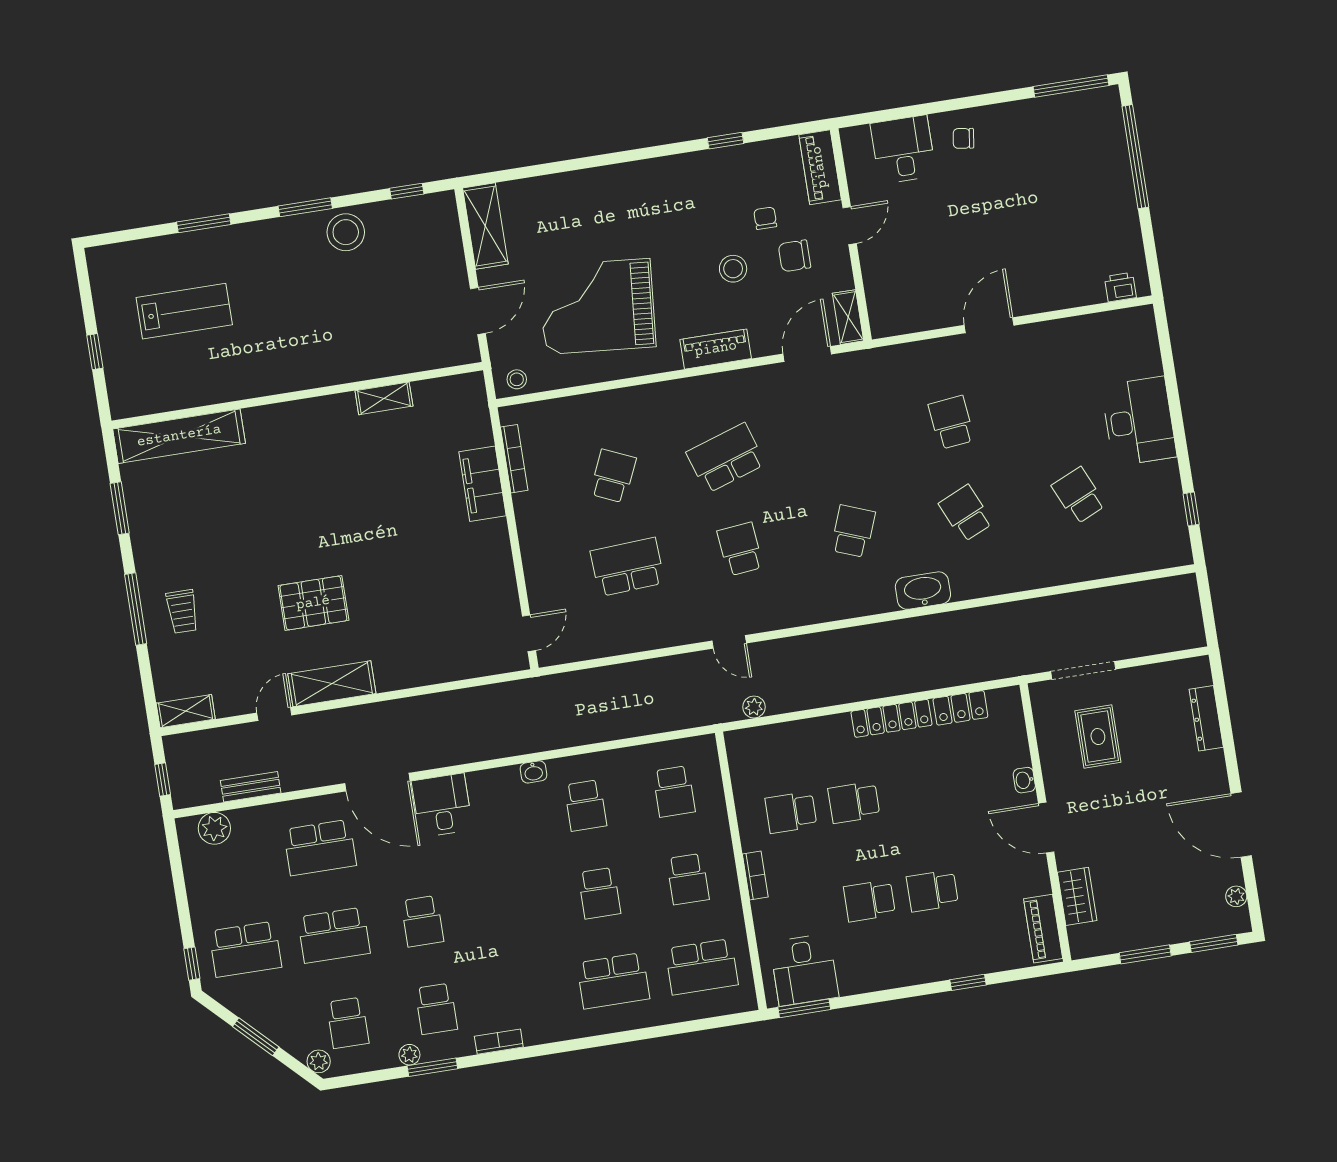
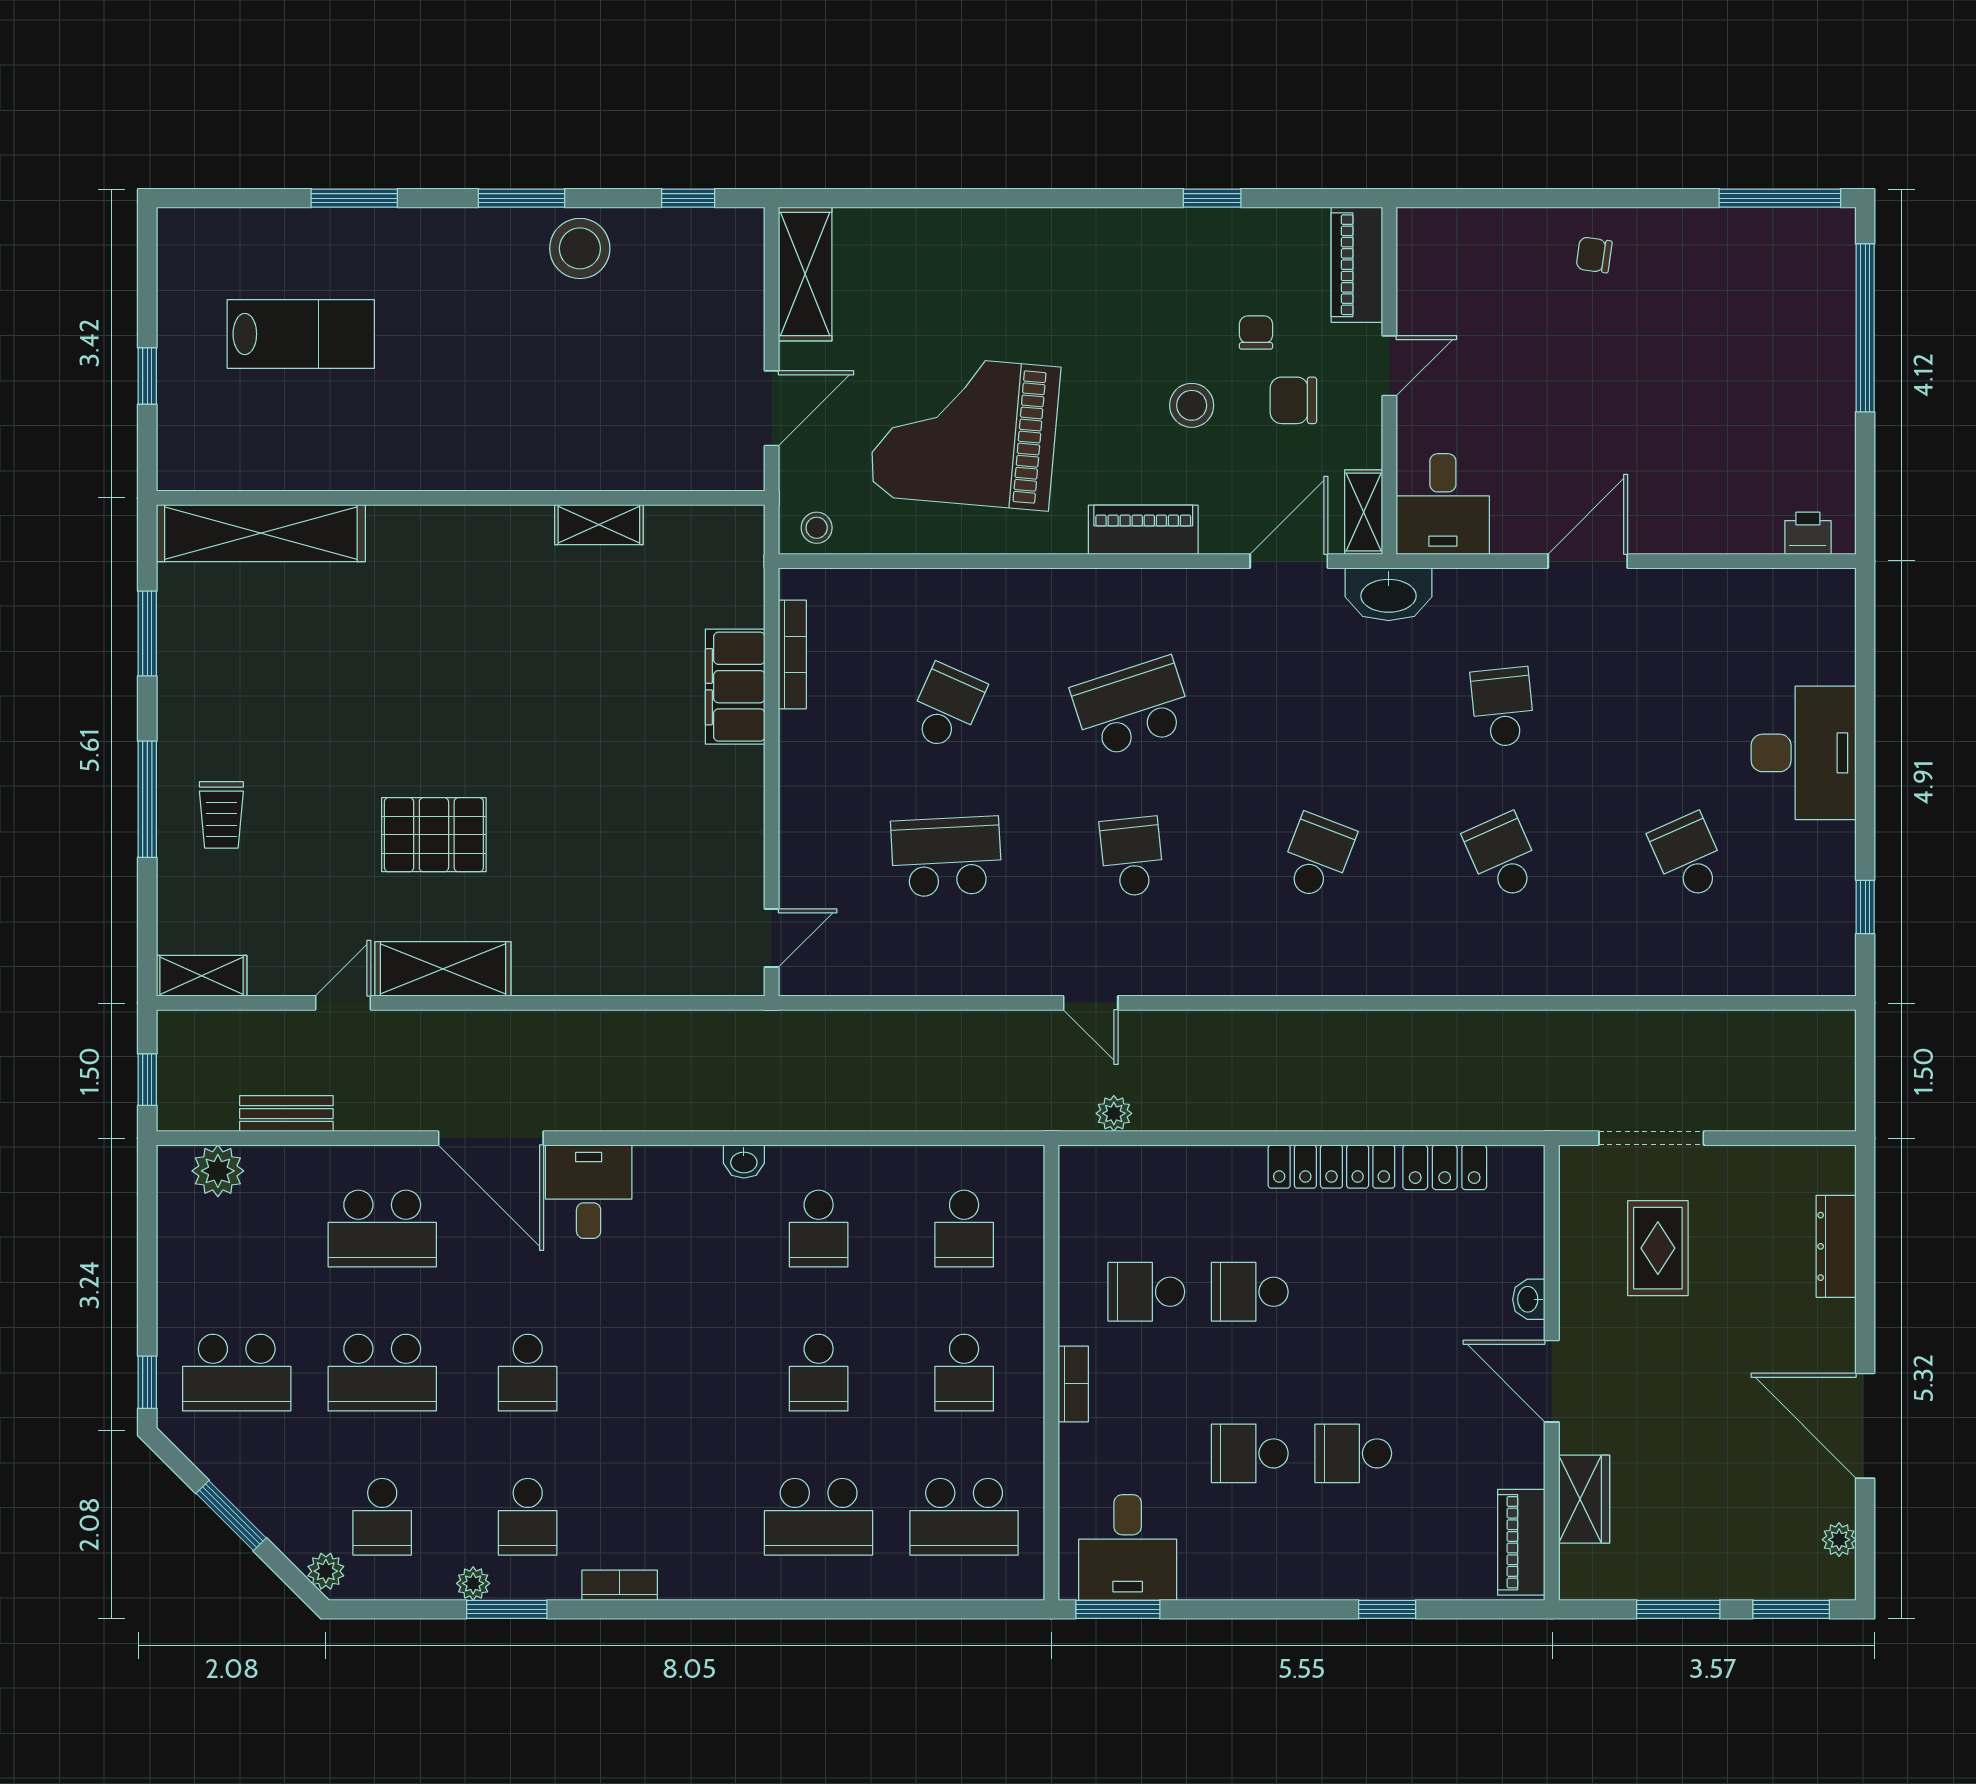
desk: (903, 149) -> (1443, 504), moved, turned 180
washbasin: (923, 591) -> (1389, 594), moved, turned 180

